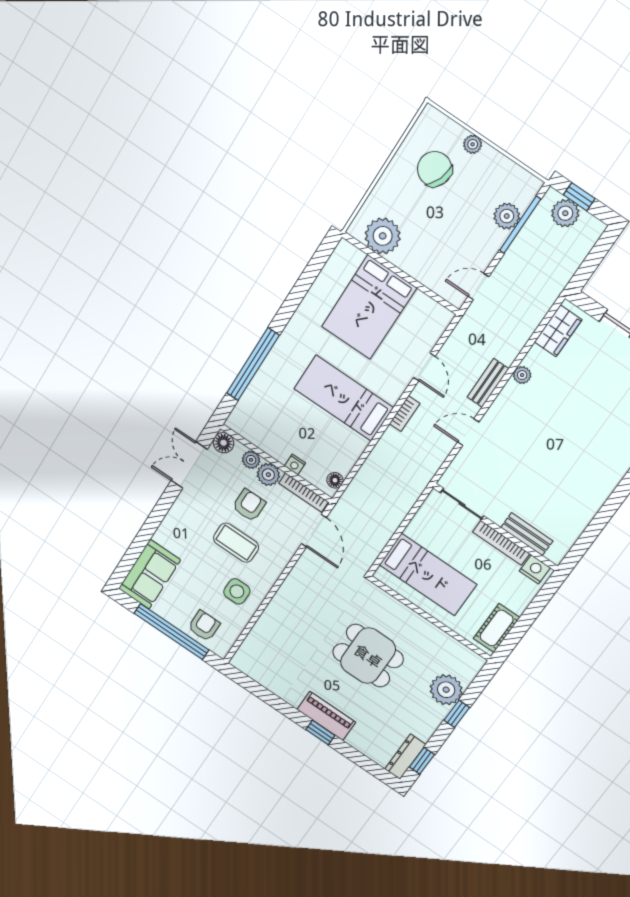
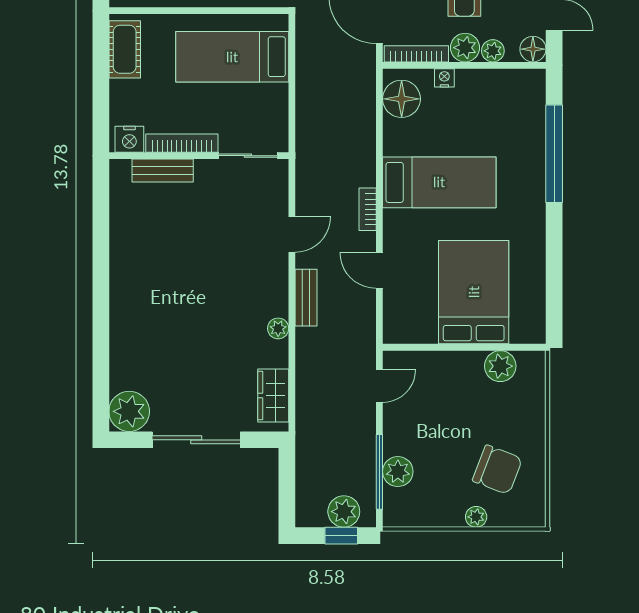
plant: (383, 236) -> (500, 366), width x0.73, depth x0.73
floor lamp: (335, 480) -> (402, 99), width x1.89, depth x1.89

